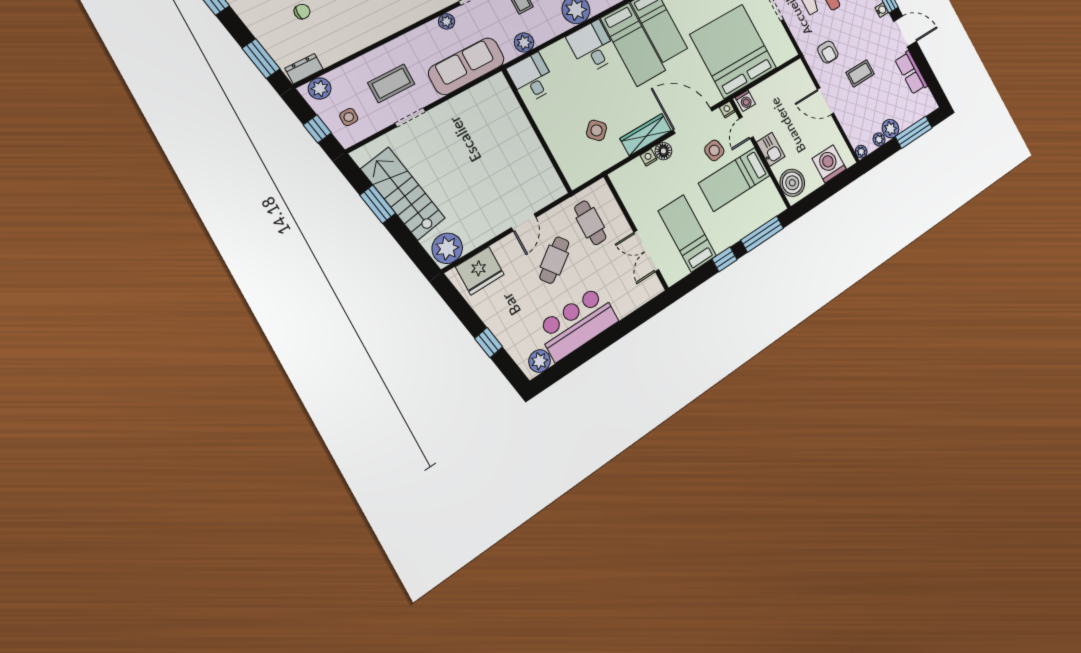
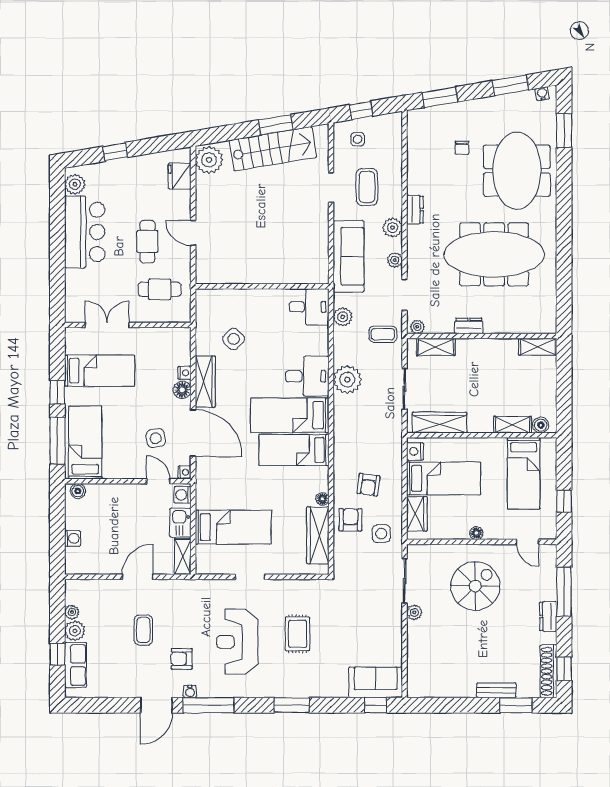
bed: (733, 51) -> (233, 527), width x0.49
armchair: (828, 52) -> (182, 659), moved
dresser: (304, 69) -> (415, 210), moved
shelving: (791, 73) -> (183, 557), added
row of seats: (911, 73) -> (76, 665), moved, turned 90
plant: (320, 88) -> (393, 228), moved
door: (693, 121) -> (193, 433), hinge flipped
window: (914, 132) -> (57, 654), width x0.46
kitchen sink: (771, 149) -> (180, 523), moved, turned 90
plant: (861, 152) -> (72, 586), removed
washing machine: (829, 164) -> (73, 538), width x0.53, depth x0.53
bed: (734, 179) -> (85, 442), moved
boiler: (792, 183) -> (78, 491), width x0.54, depth x0.54
cafe table: (554, 260) -> (147, 241), turned 37
fridge: (480, 271) -> (180, 176), width x0.73, depth x0.75

